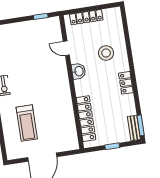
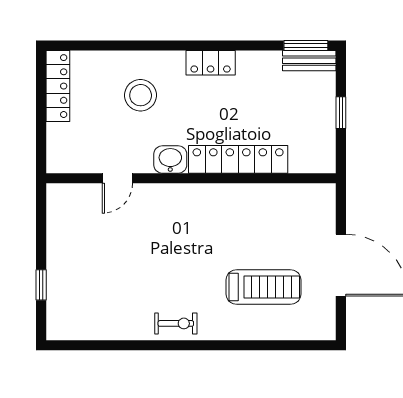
window: (41, 16) -> (41, 285), moved
locker: (86, 17) -> (58, 86), moved
locker: (86, 119) -> (238, 159), moved

